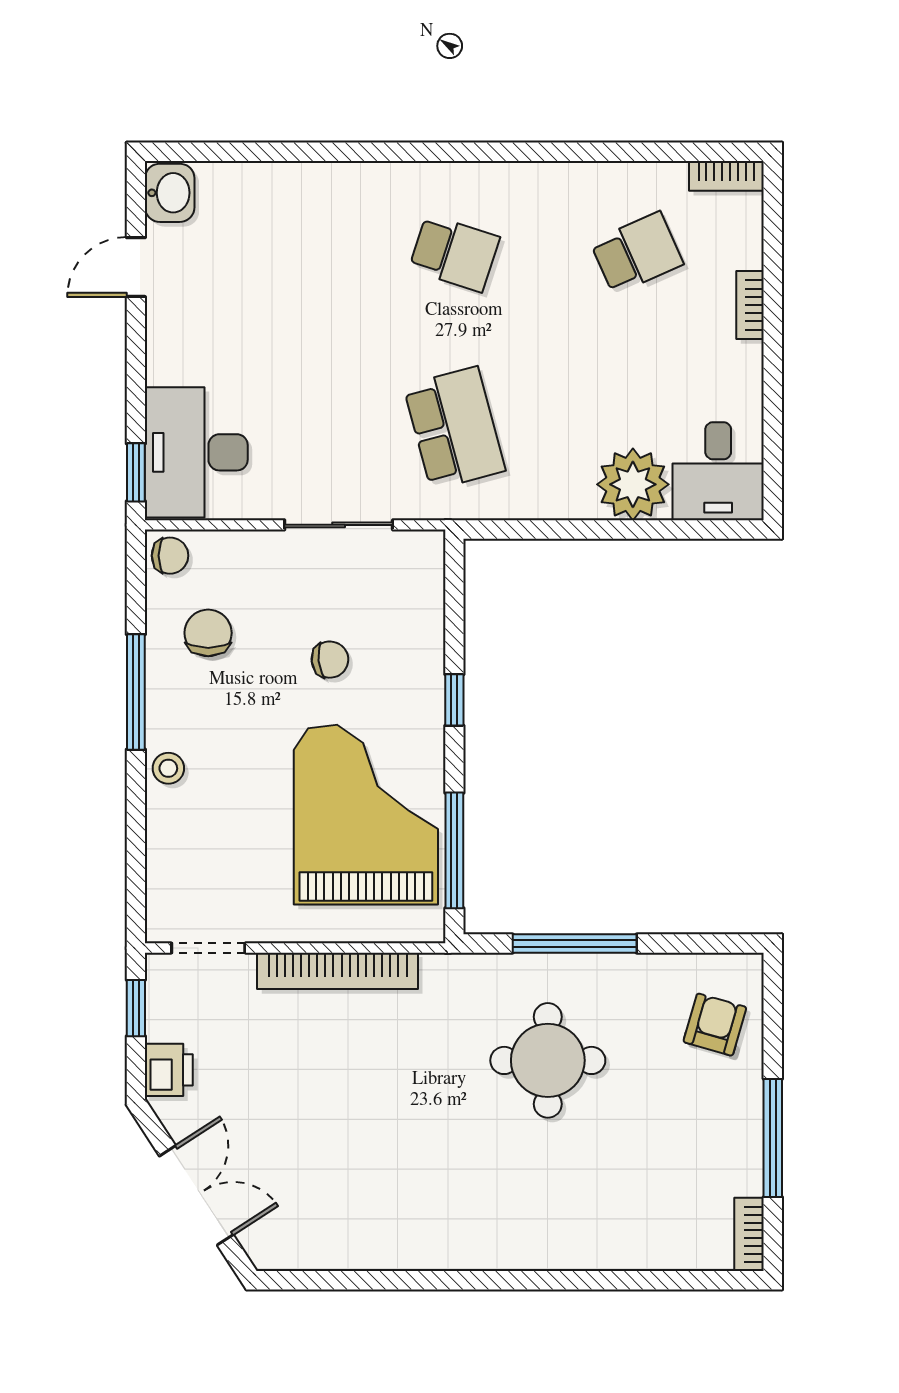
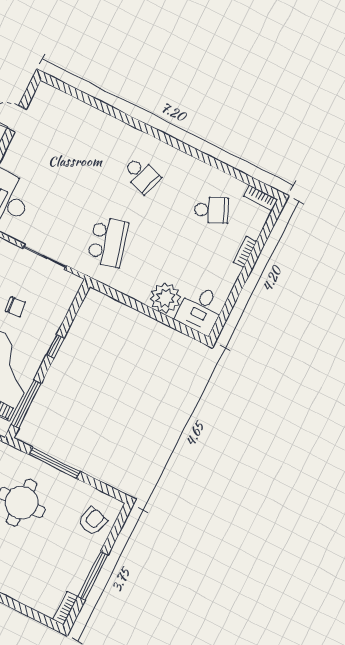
washbasin: (170, 193) -> (44, 97), removed

